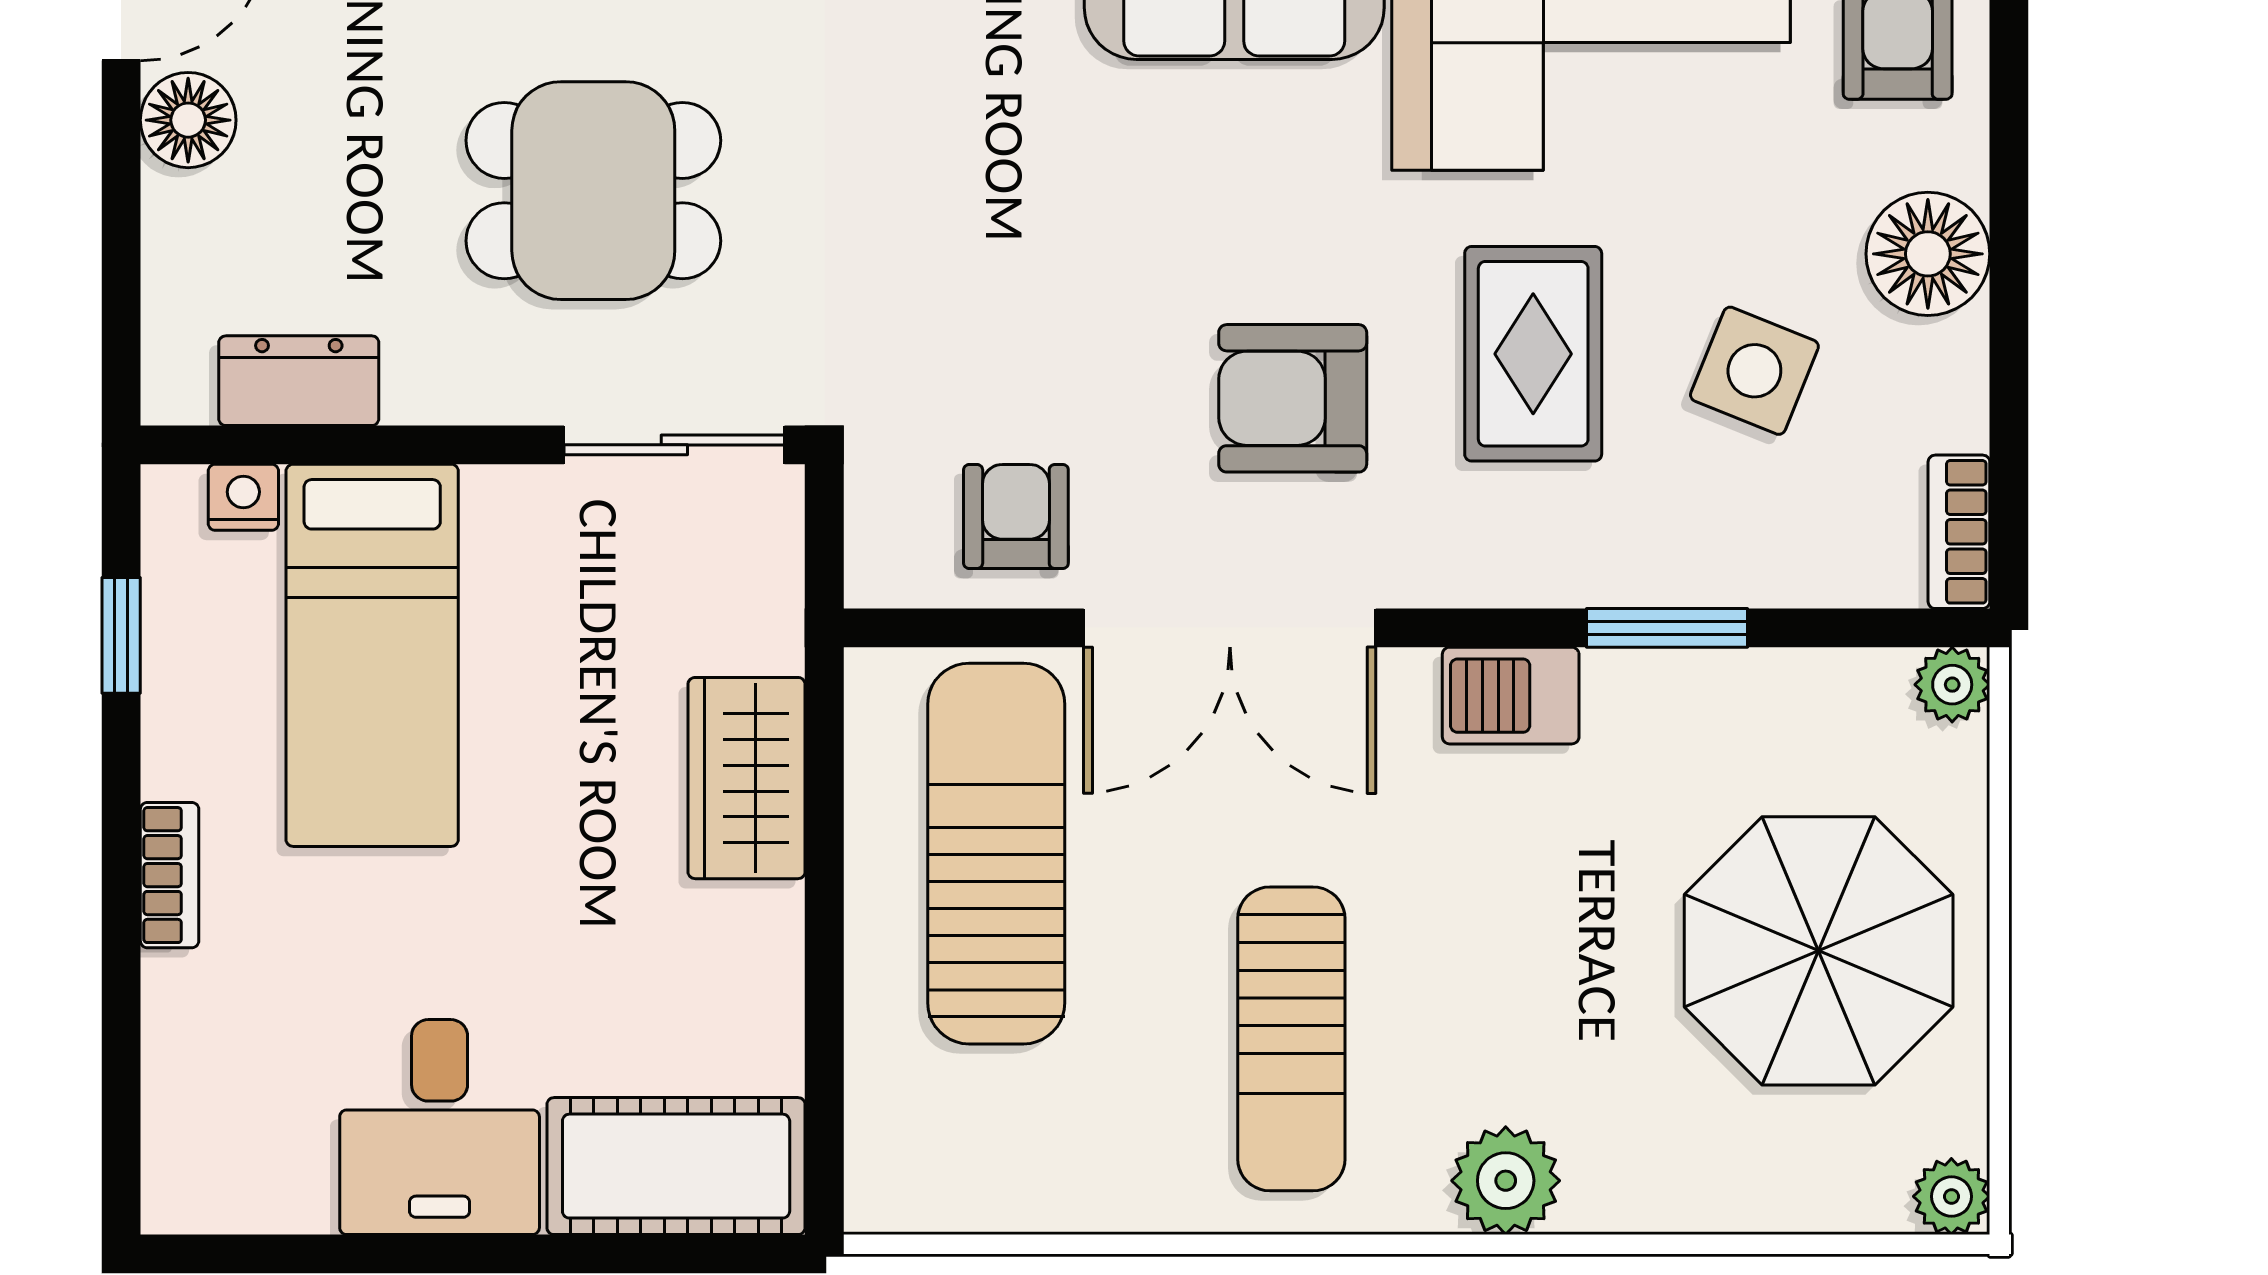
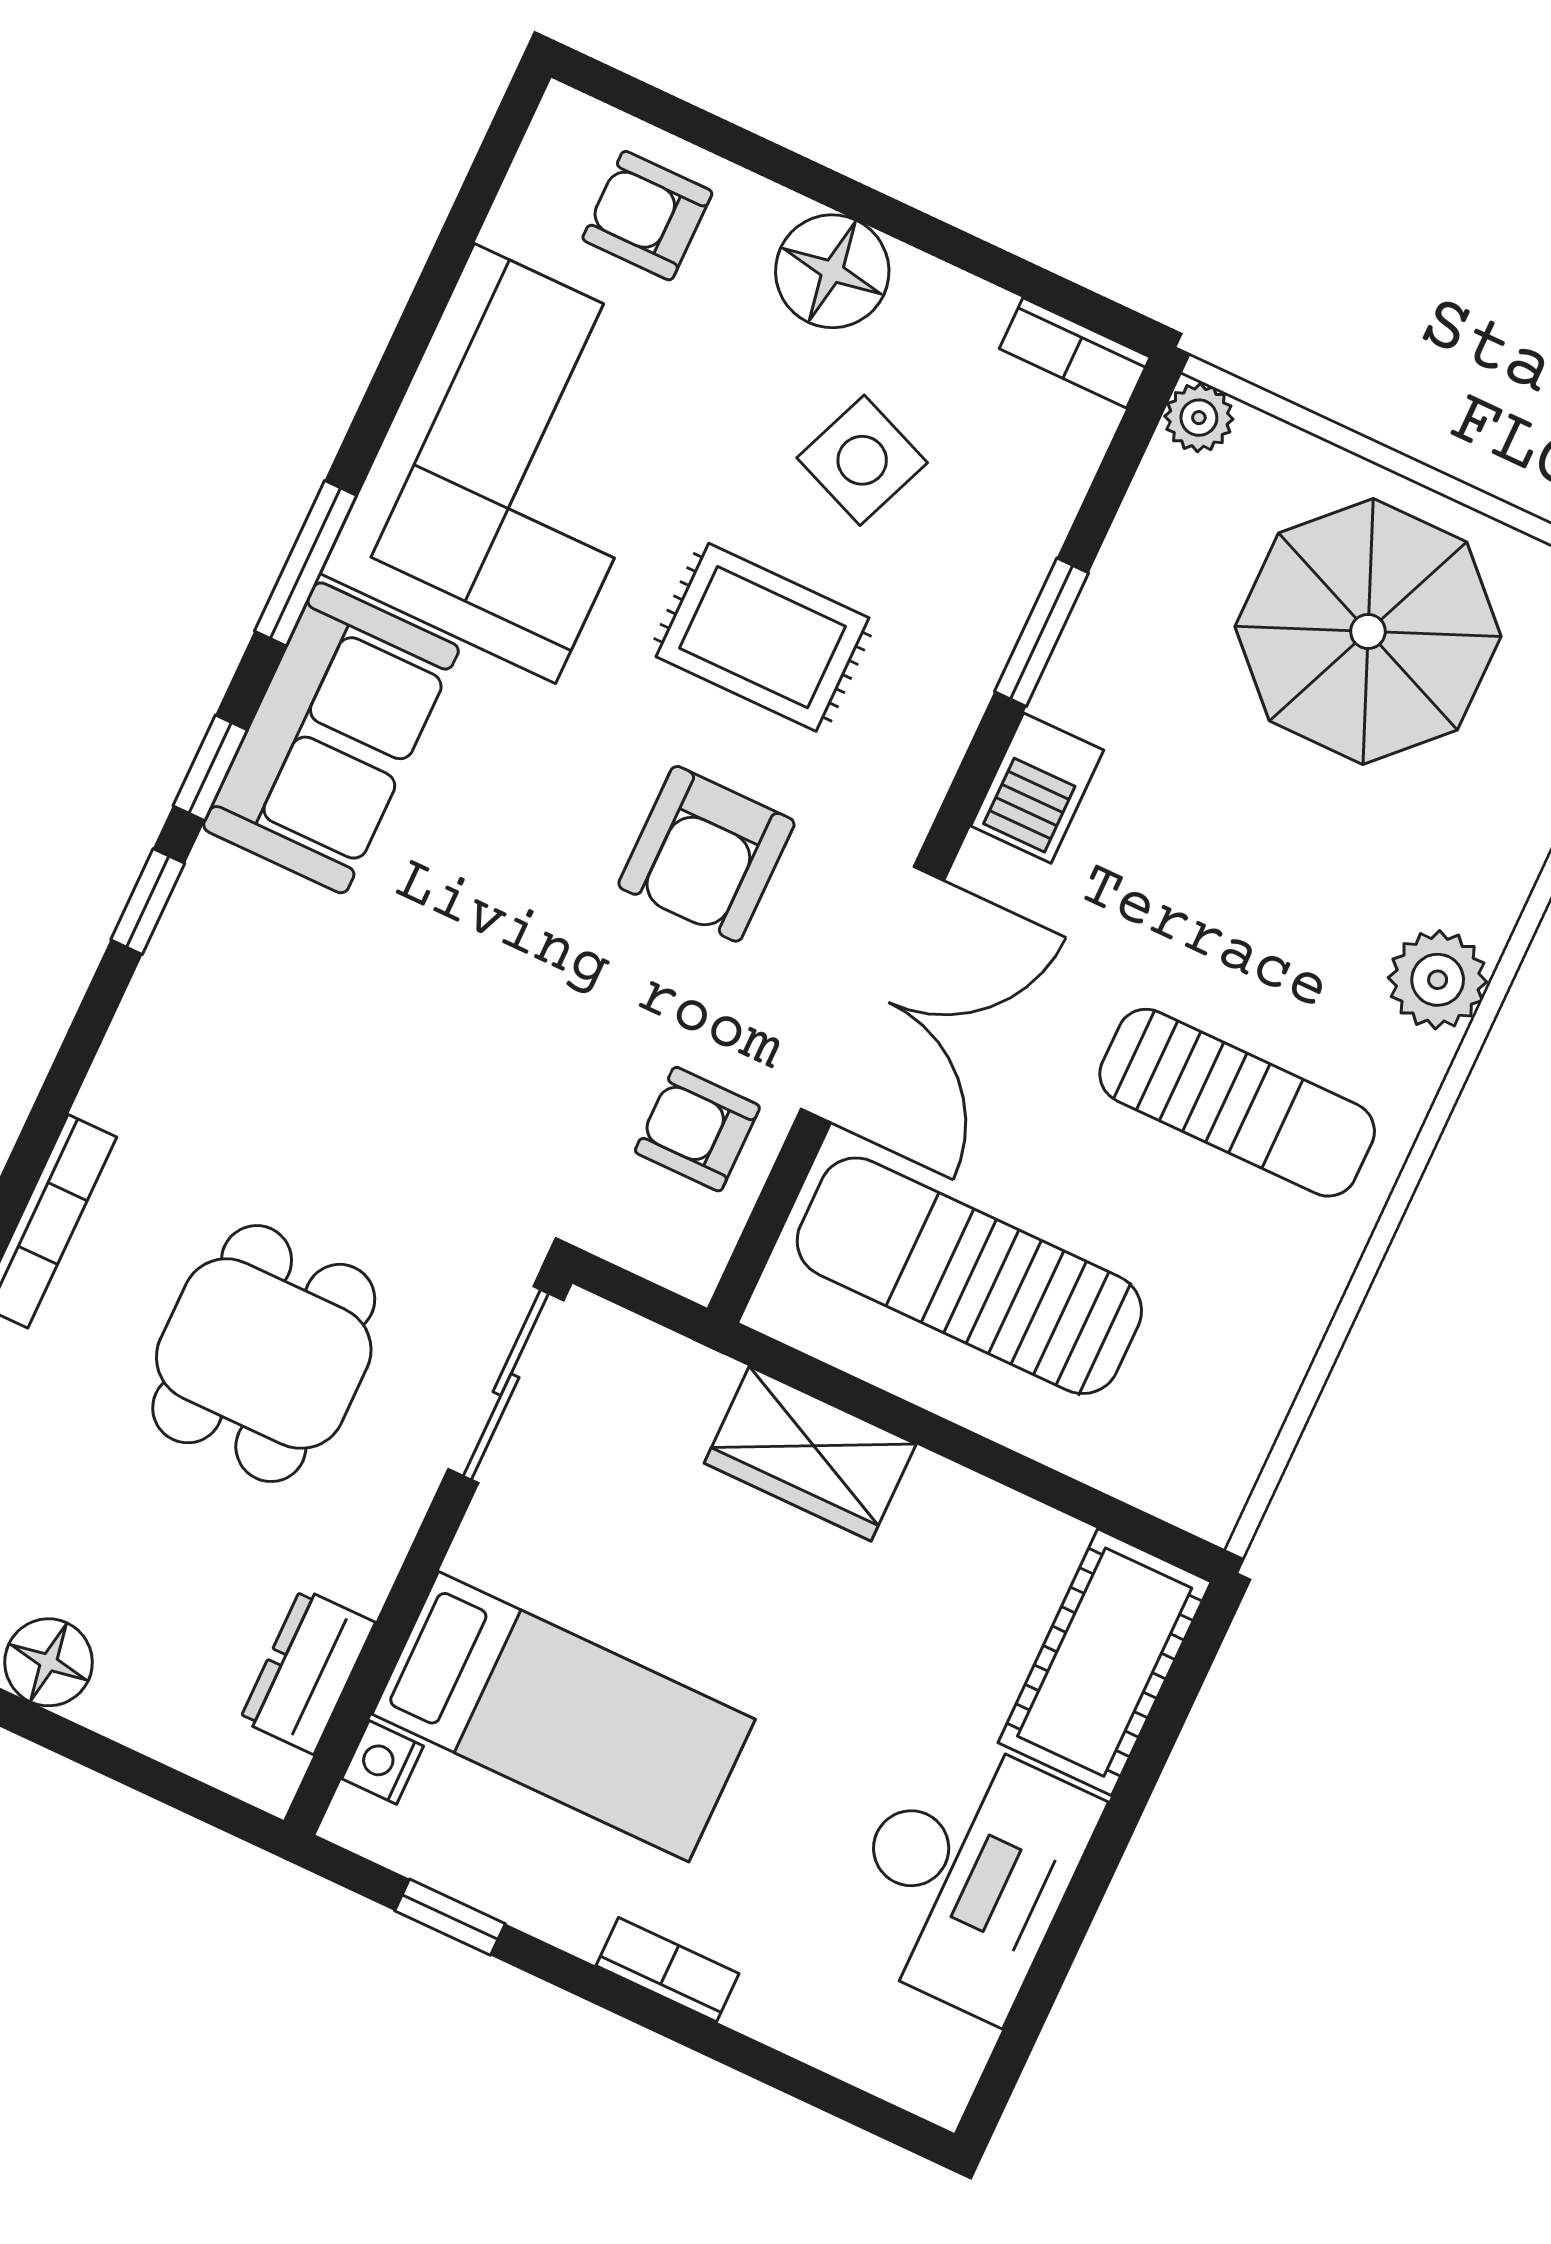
desk: (440, 1127) -> (966, 1874), width x1.37

